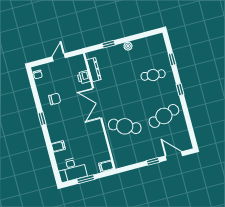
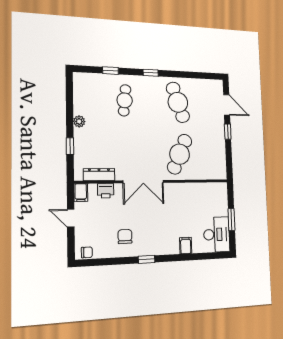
door: (174, 156) -> (227, 105), swing flipped
filing cabinet: (106, 166) -> (81, 193), moved

